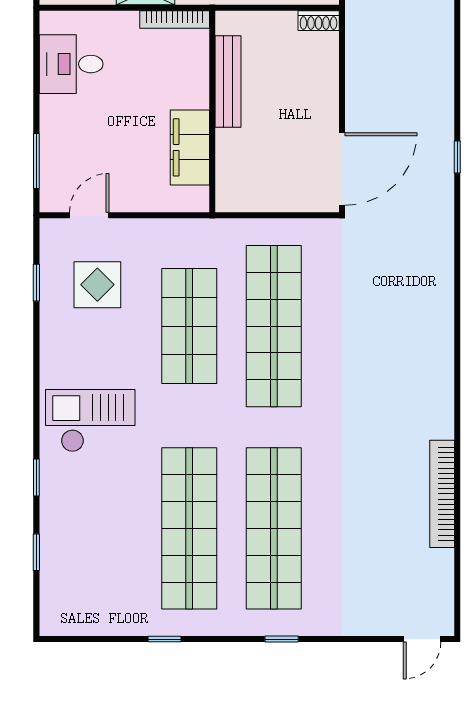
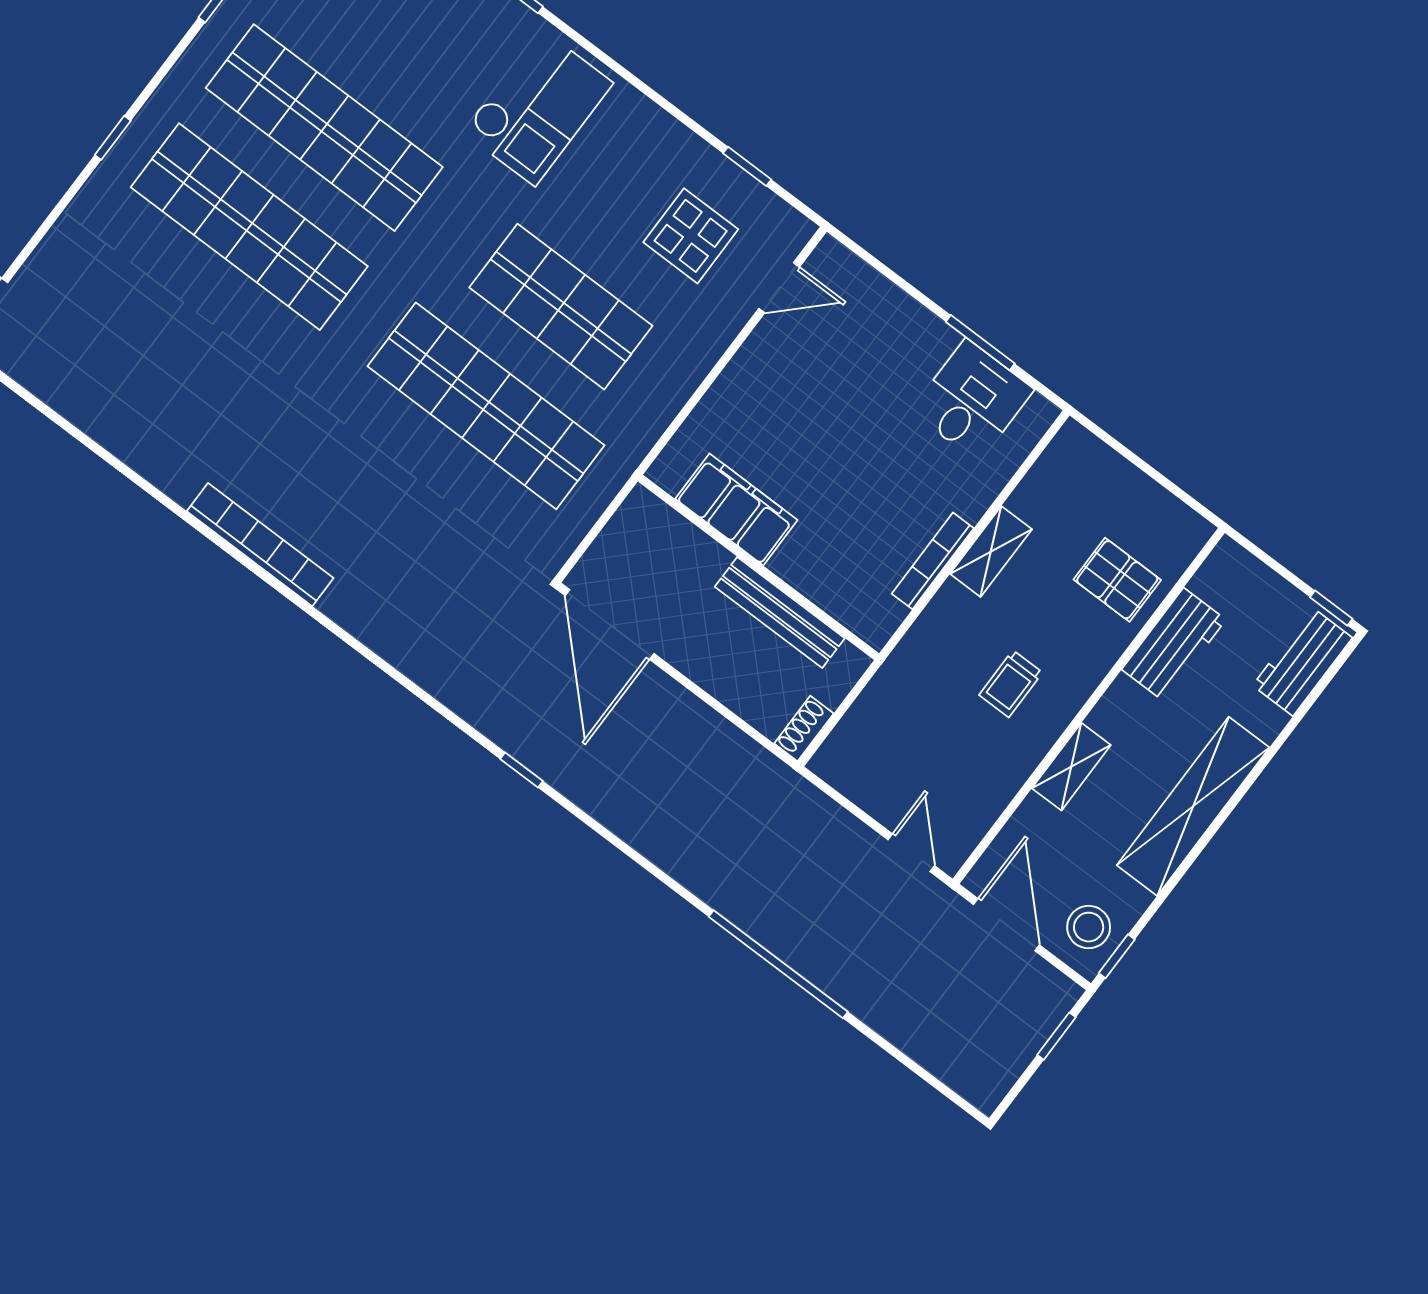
bench: (228, 81) -> (780, 612), moved
wall: (212, 112) -> (758, 567), moved
filing cabinet: (190, 147) -> (736, 509), moved
window: (36, 161) -> (980, 343), moved
door: (89, 215) -> (779, 288), hinge flipped
bookcase: (442, 494) -> (260, 545), moved

